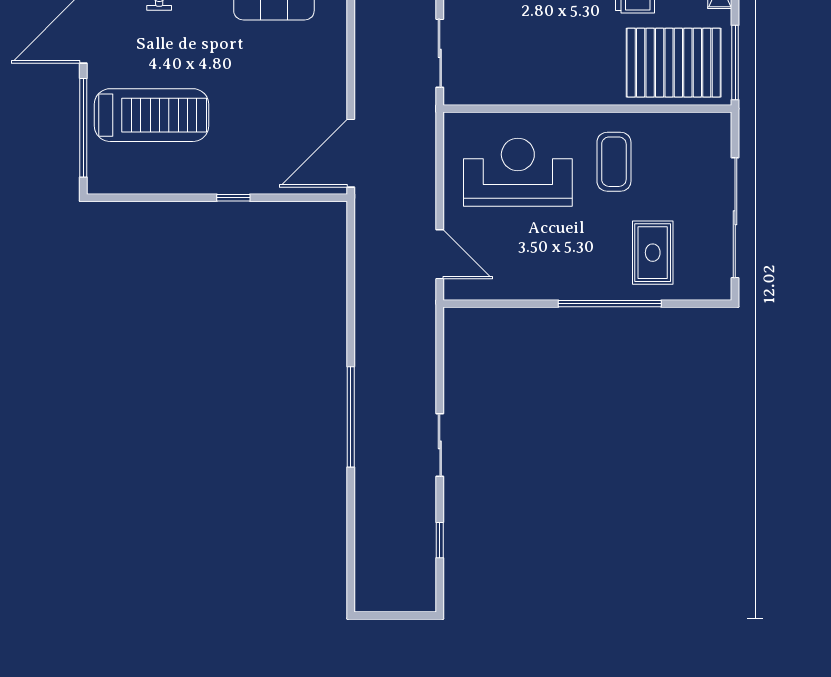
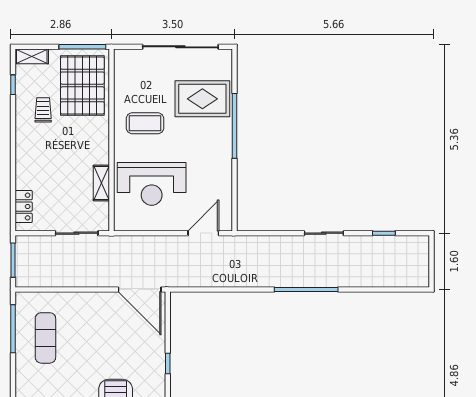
shelving: (519, 93) -> (101, 183), added
reception desk: (518, 172) -> (152, 184), turned -90
rug: (653, 253) -> (202, 99), width x1.36, depth x1.43

